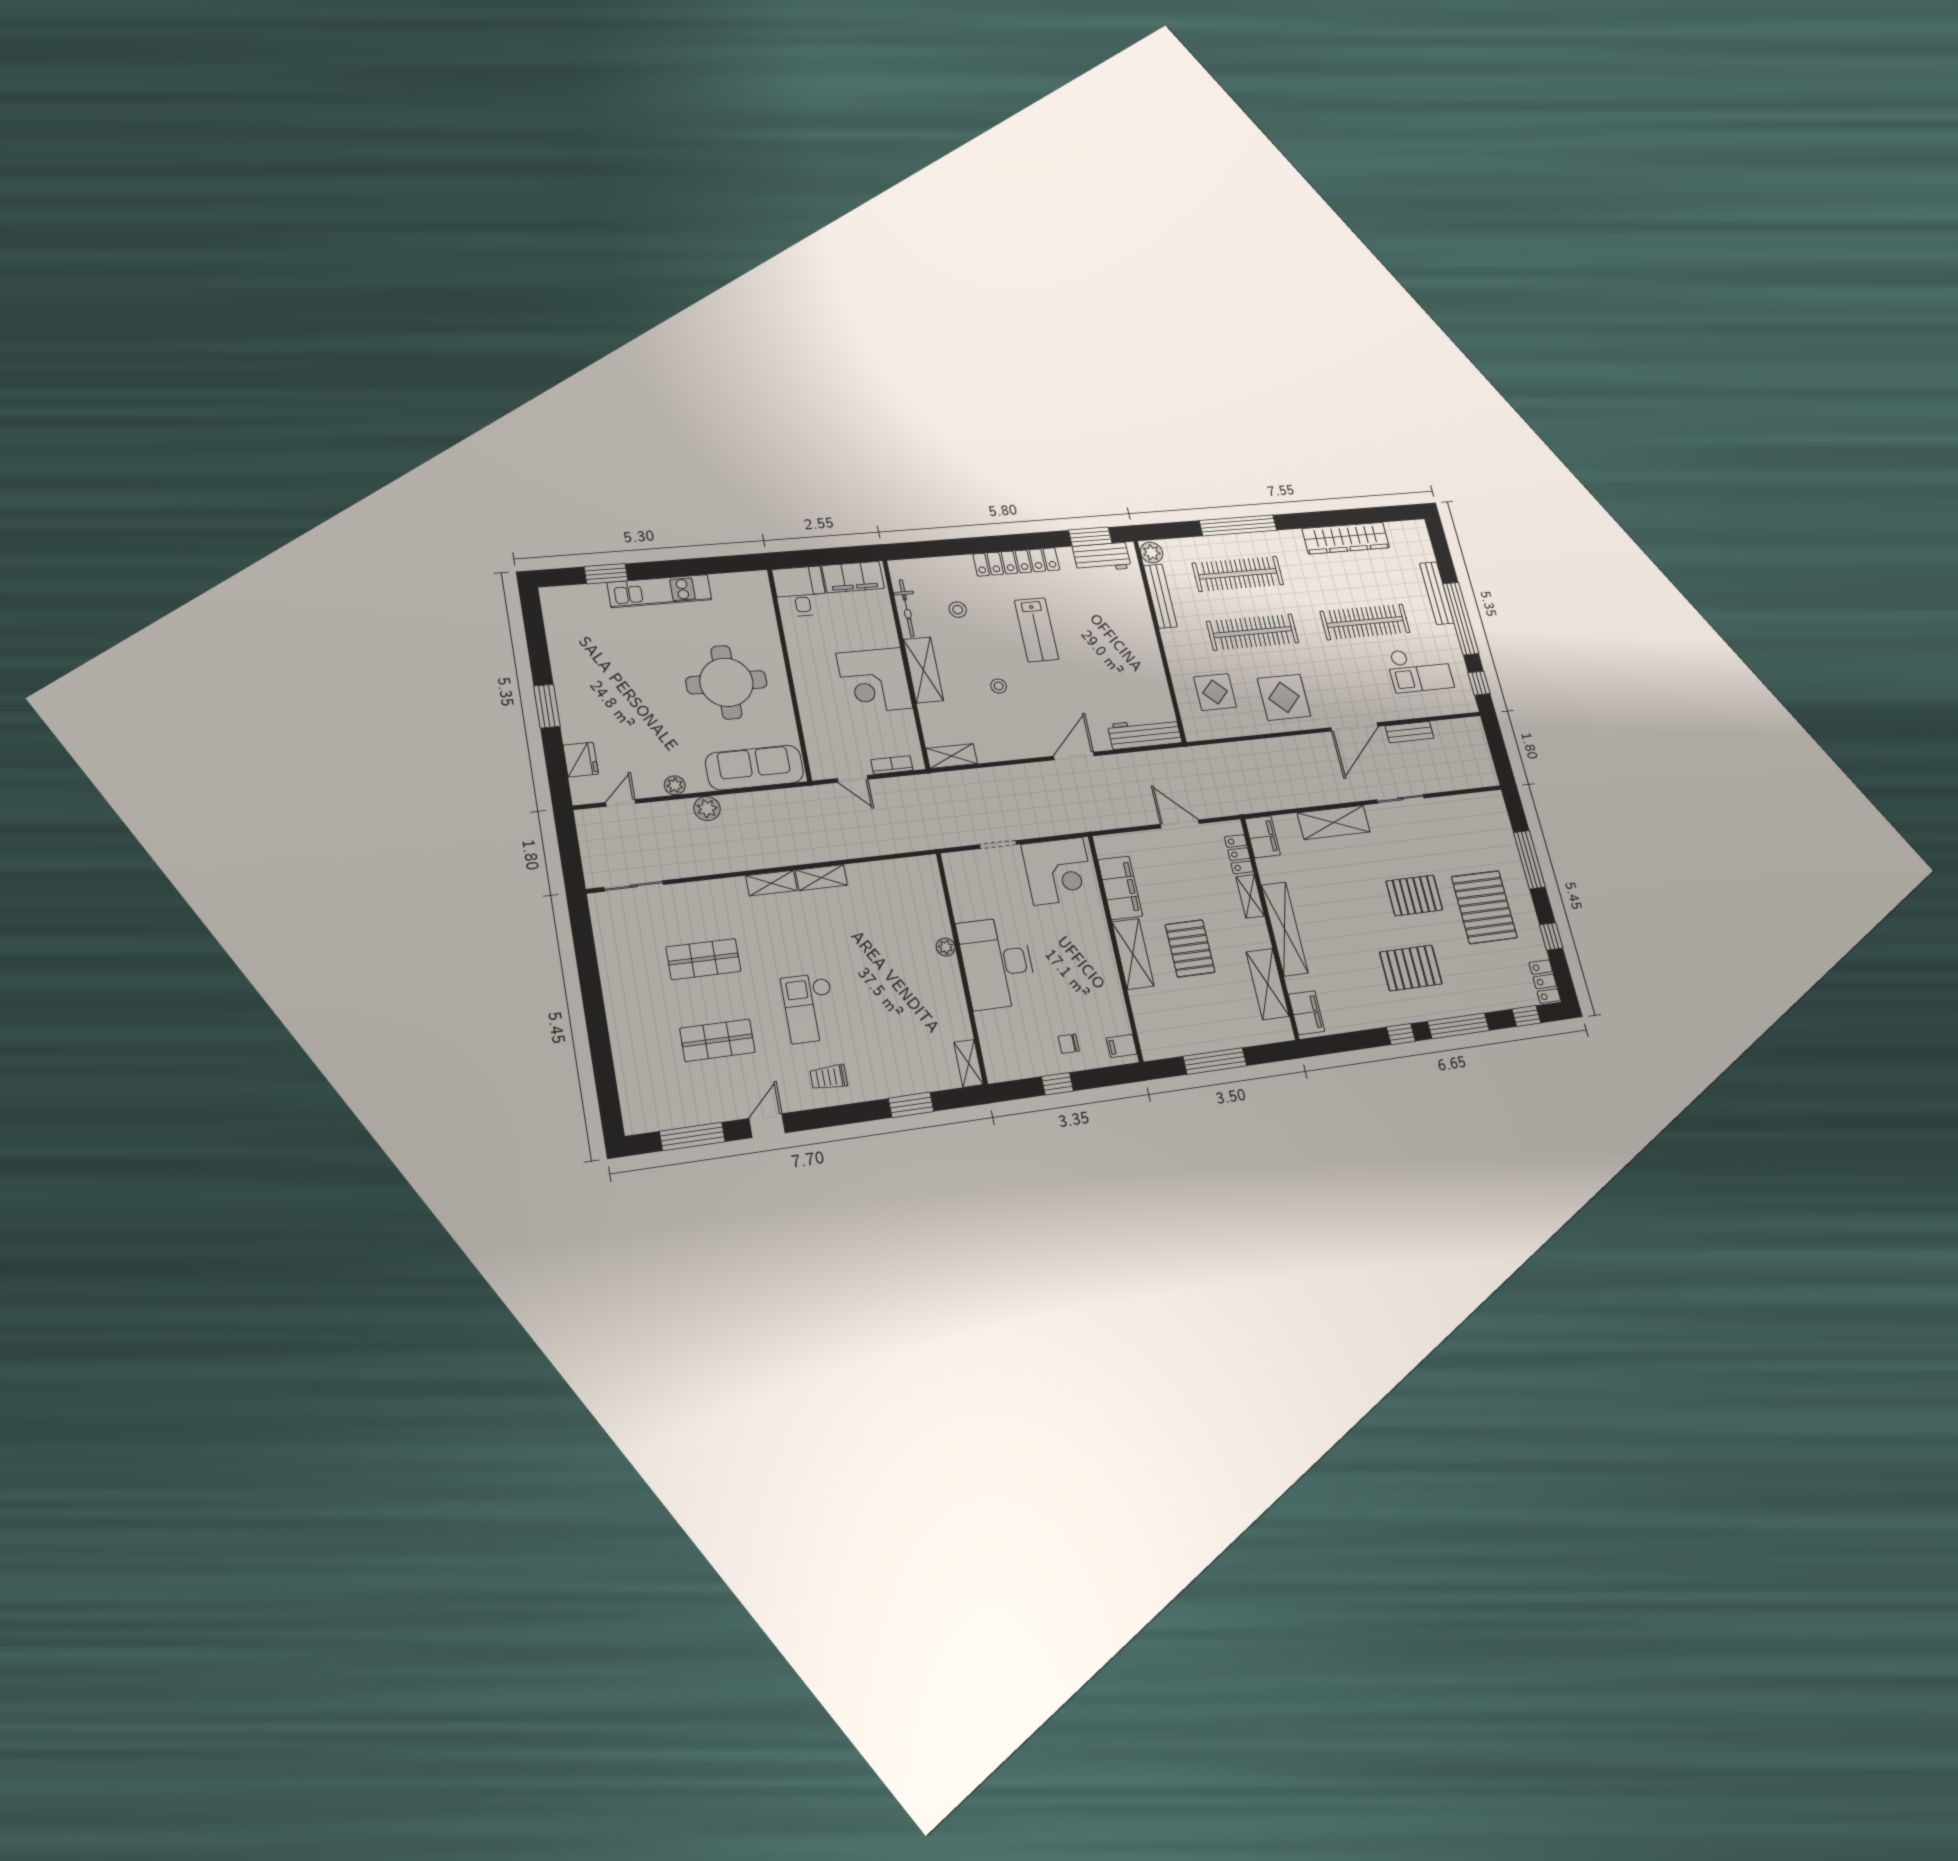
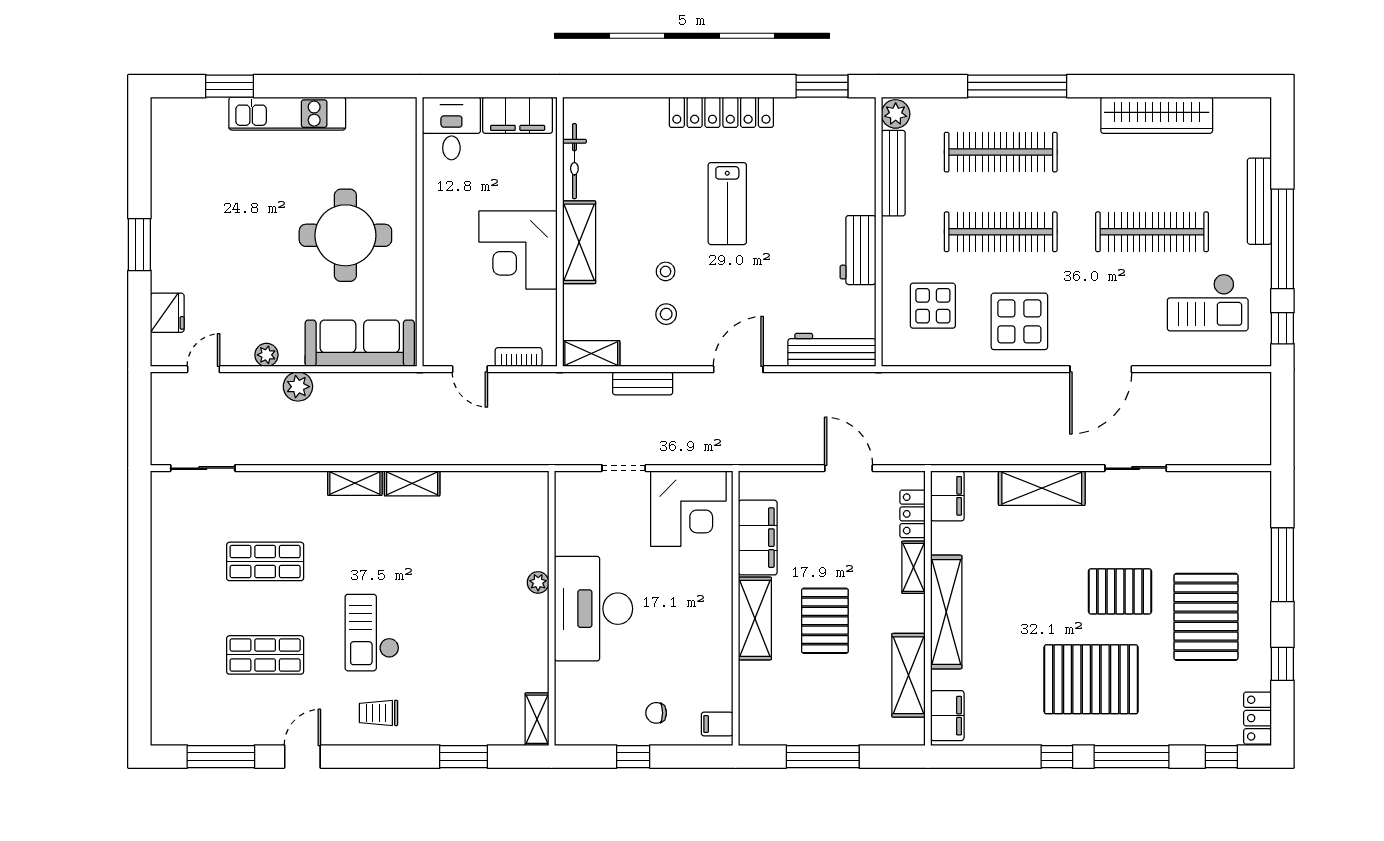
workbench: (1102, 557) -> (858, 250), moved, turned 90
stool: (958, 610) -> (666, 314), moved
bench: (1409, 732) -> (643, 383), moved
pallet: (1411, 968) -> (1091, 679), width x1.37, depth x1.41

